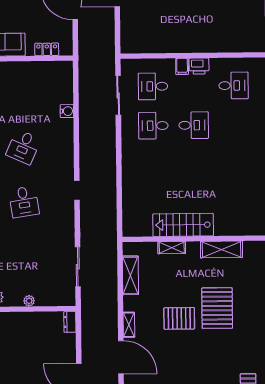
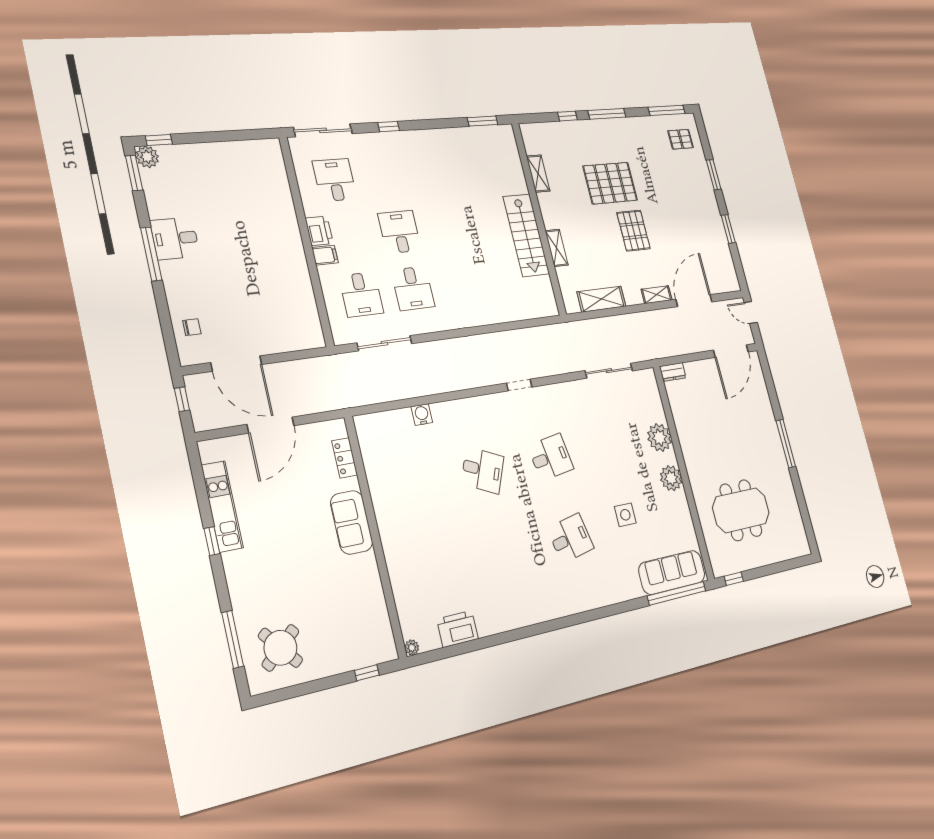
shelving: (221, 249) -> (538, 173), width x0.67, depth x0.75
plant: (29, 301) -> (660, 438), width x1.88, depth x1.88

